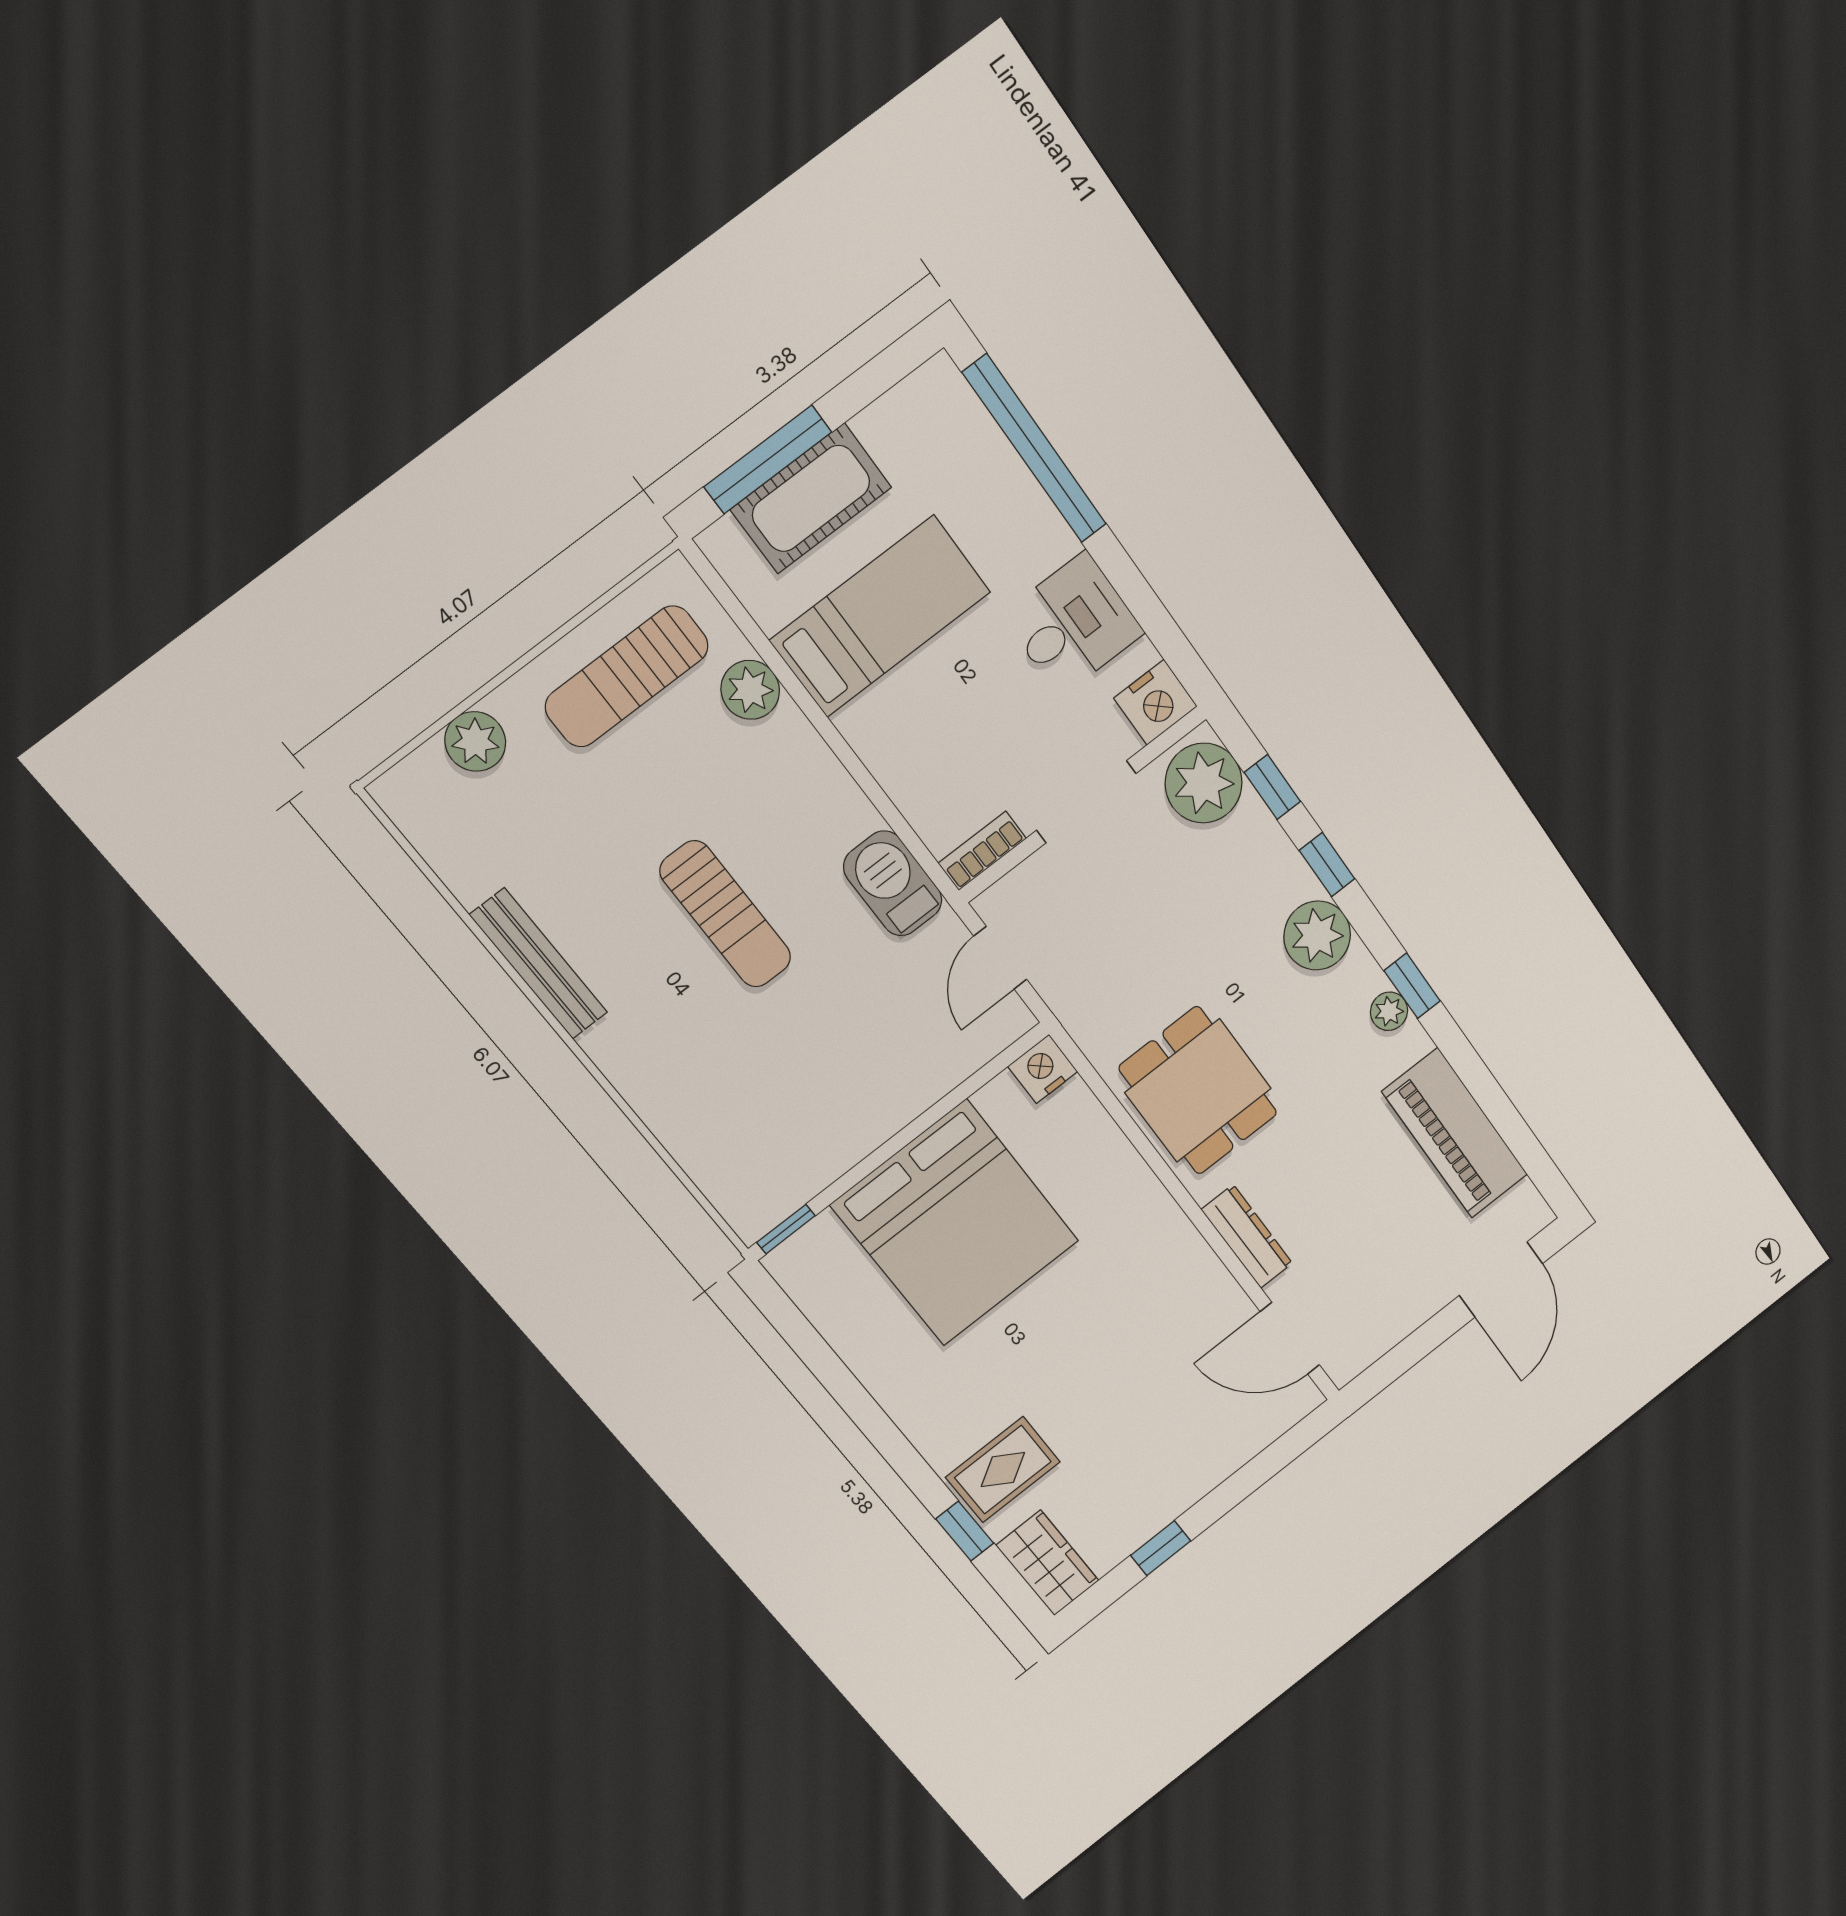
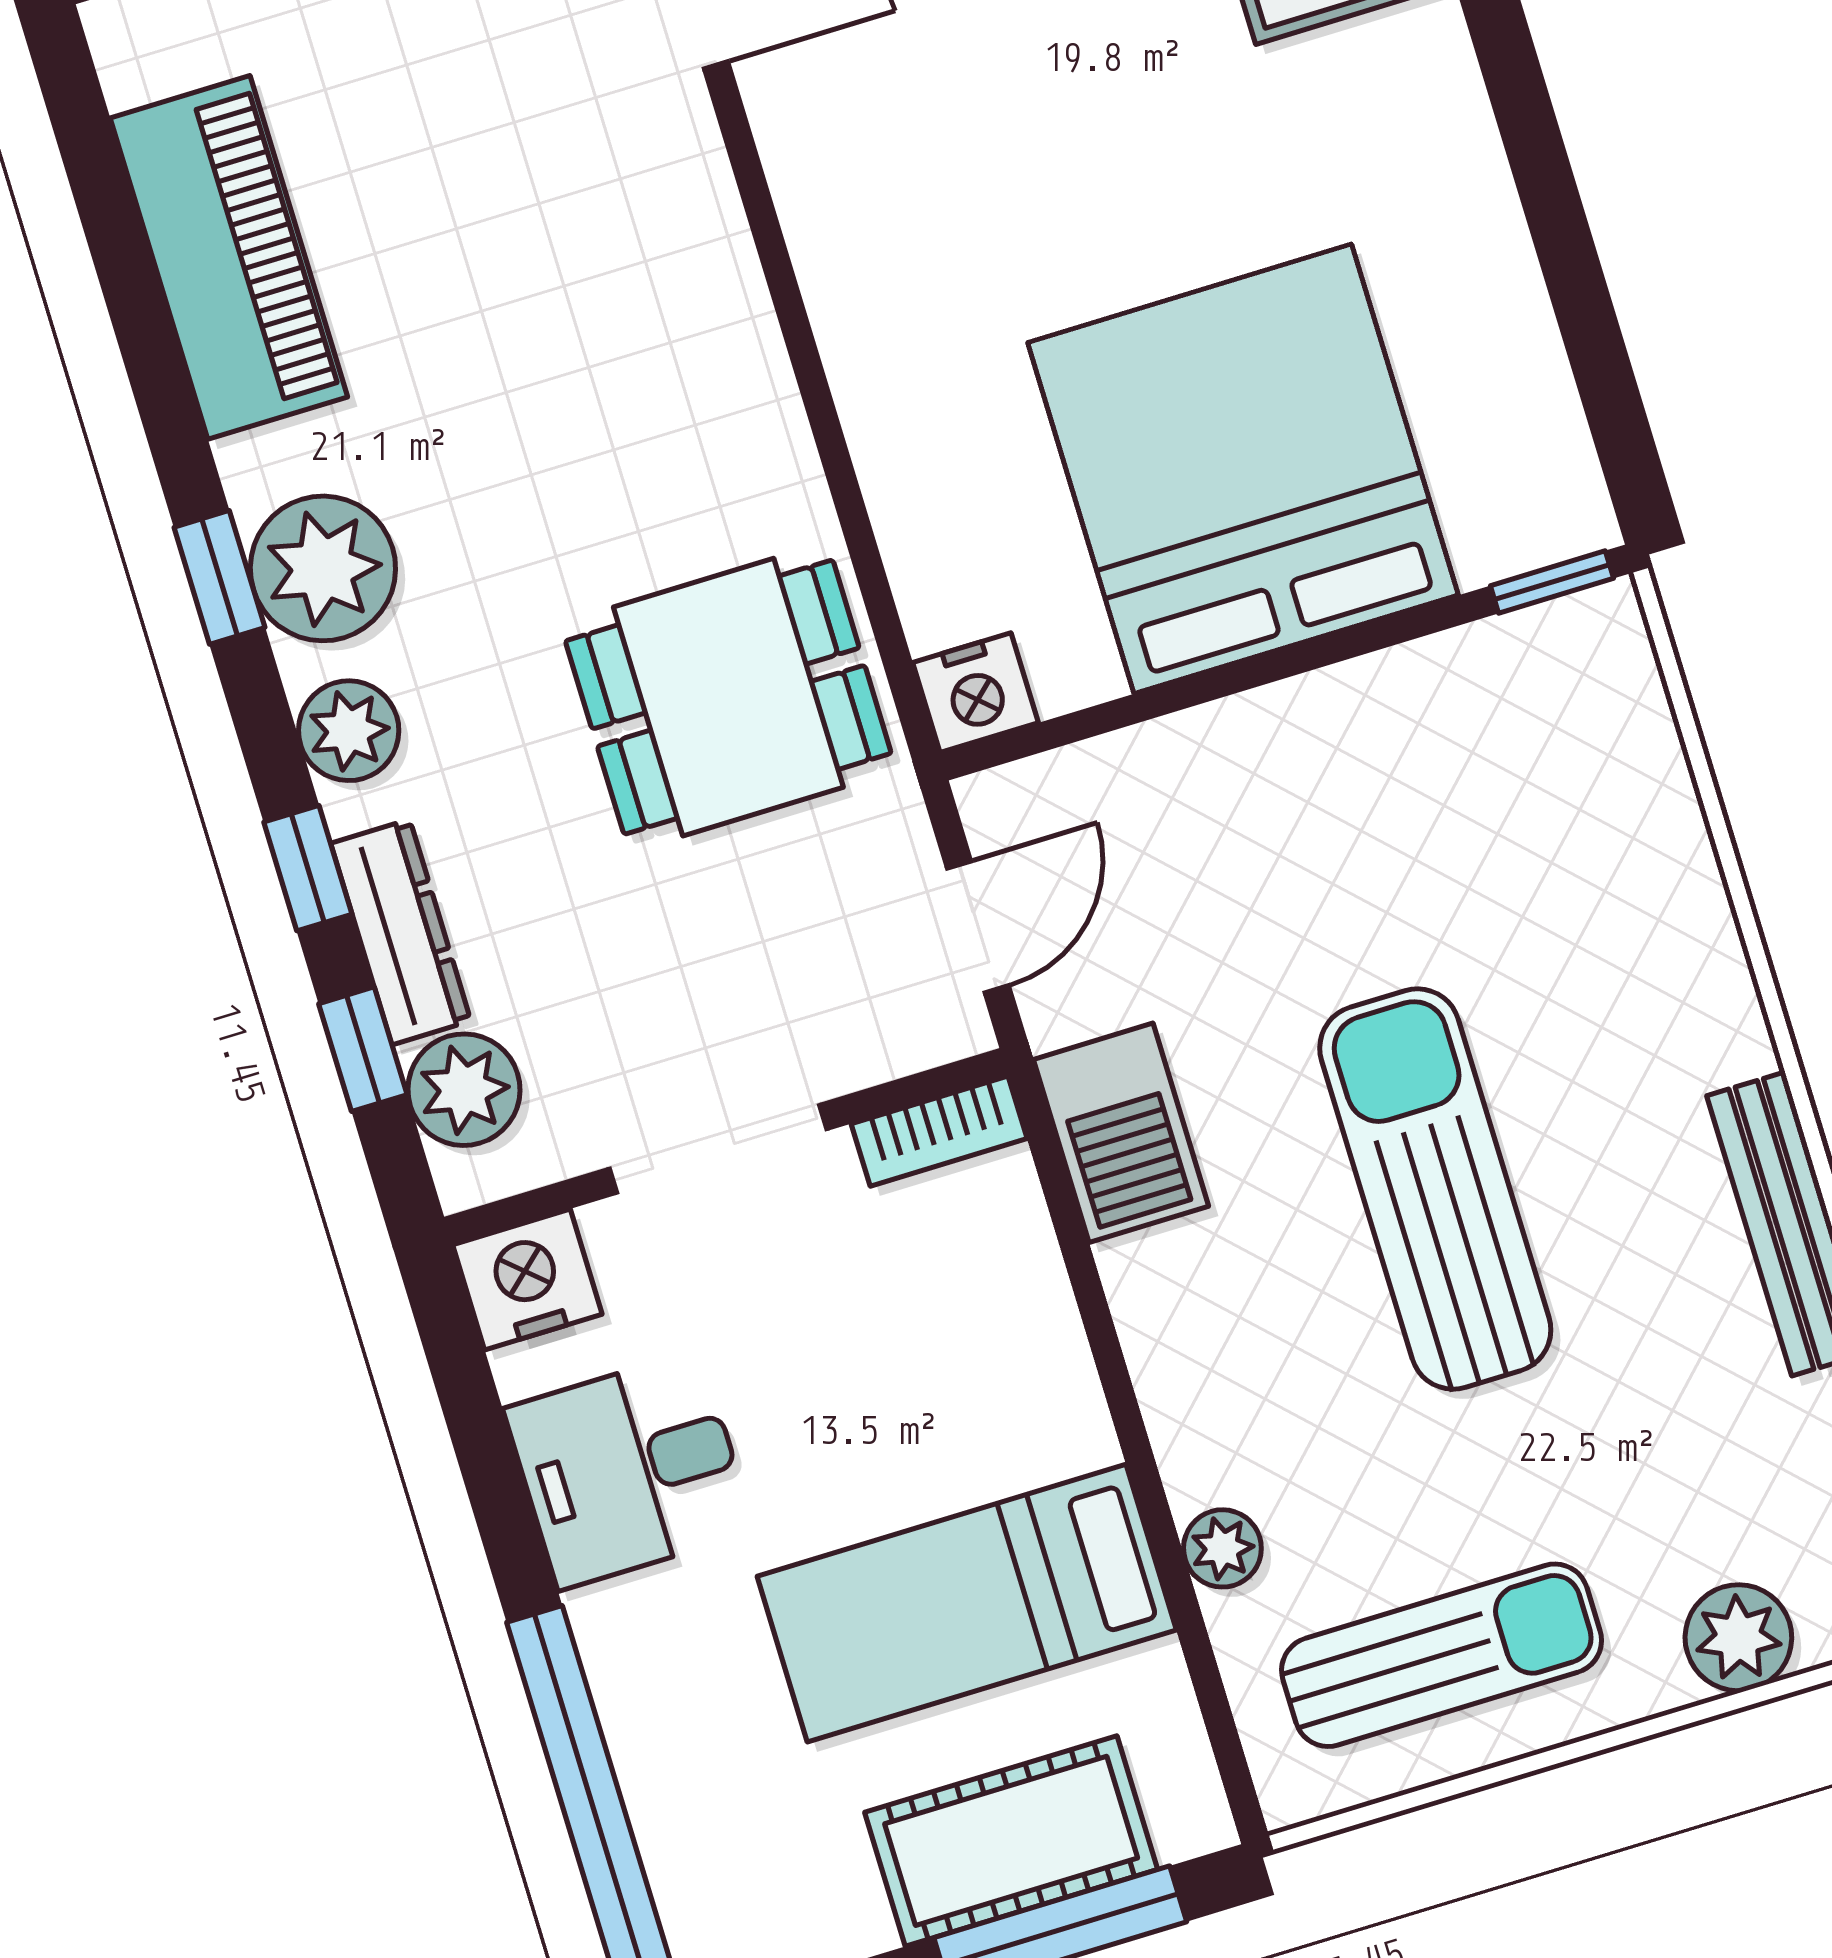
plant: (750, 690) -> (1222, 1548), width x0.73, depth x0.73
plant: (1204, 783) -> (464, 1090), width x0.73, depth x0.73
sun lounger: (726, 914) -> (1435, 1189), width x1.36, depth x1.34
plant: (1317, 936) -> (349, 731), width x0.73, depth x0.73
plant: (1389, 1011) -> (323, 568), width x1.87, depth x1.87
dining table: (1198, 1091) -> (728, 697), moved, turned 90
dresser: (1247, 1236) -> (401, 932), moved, turned 180

